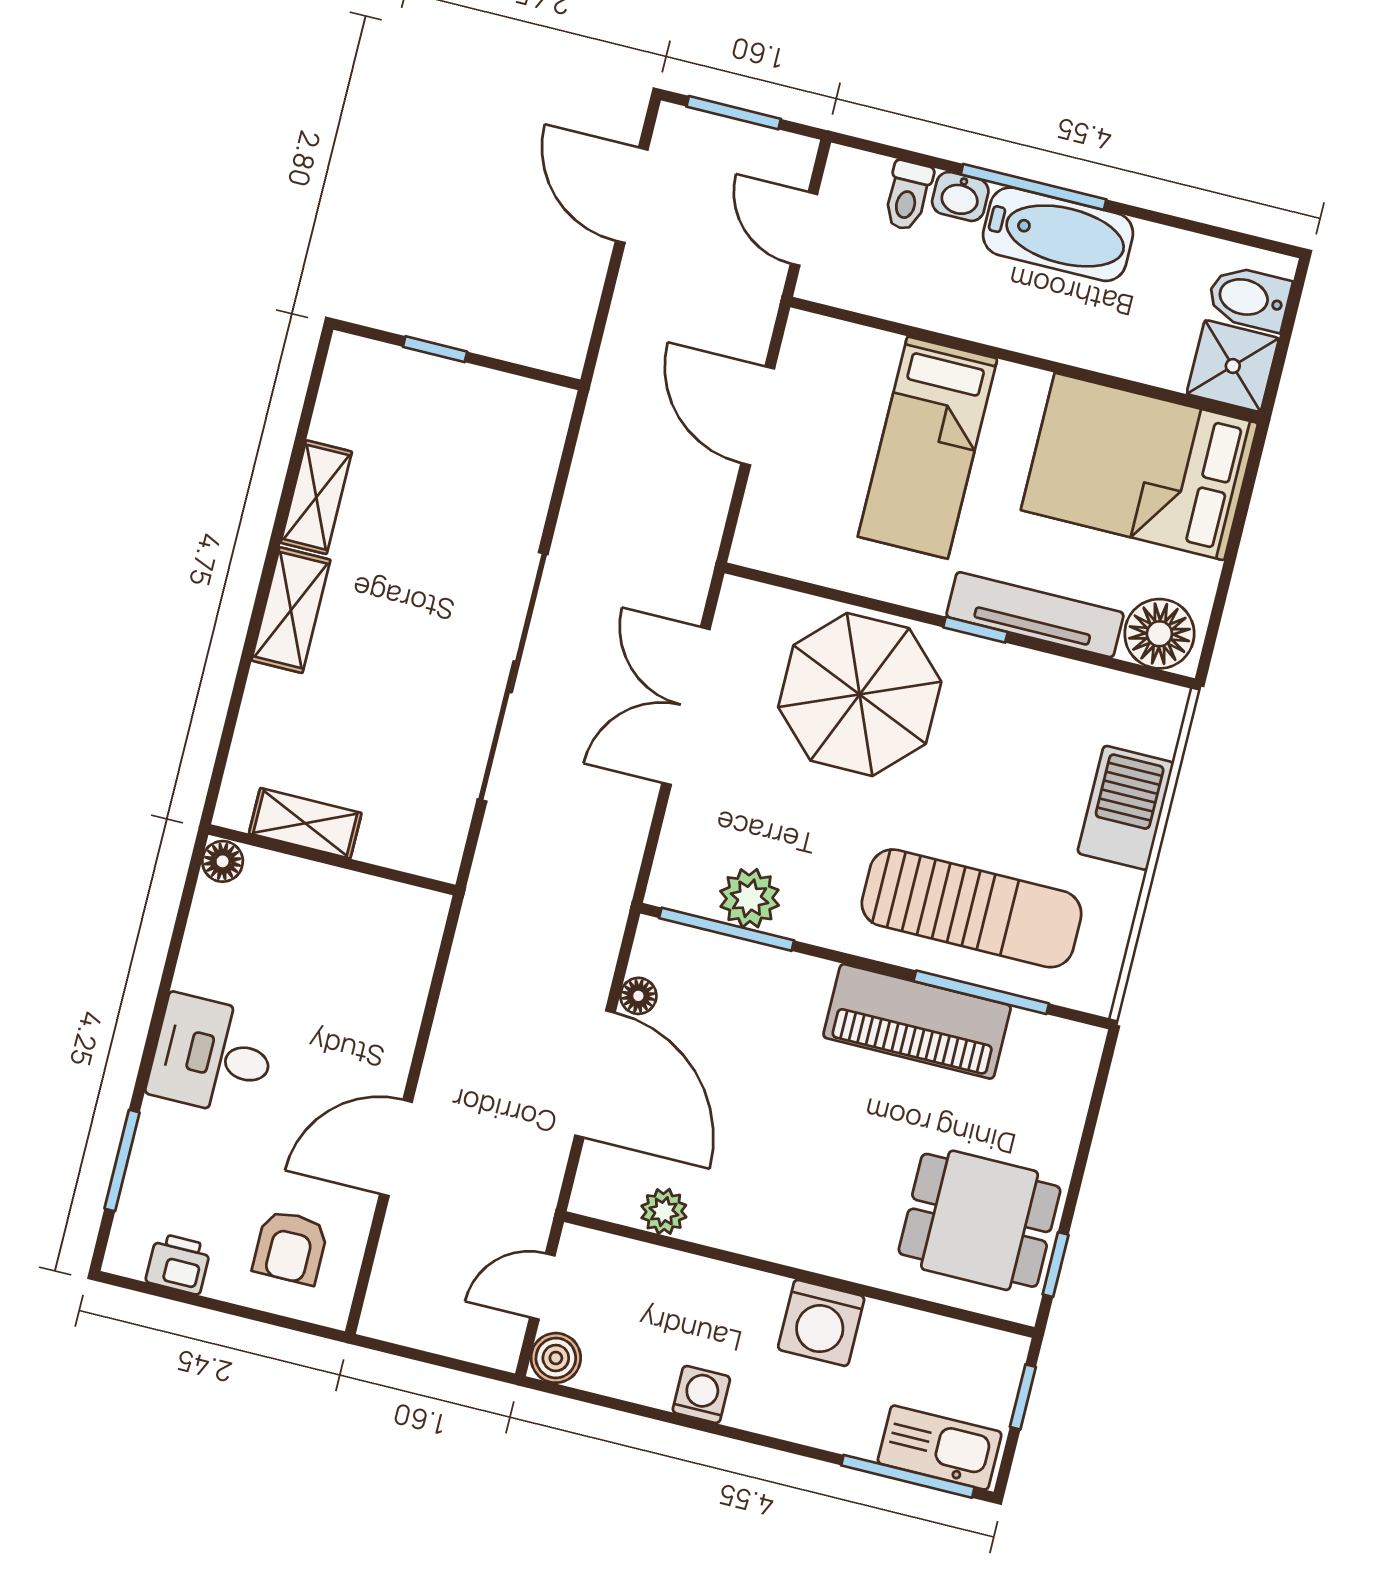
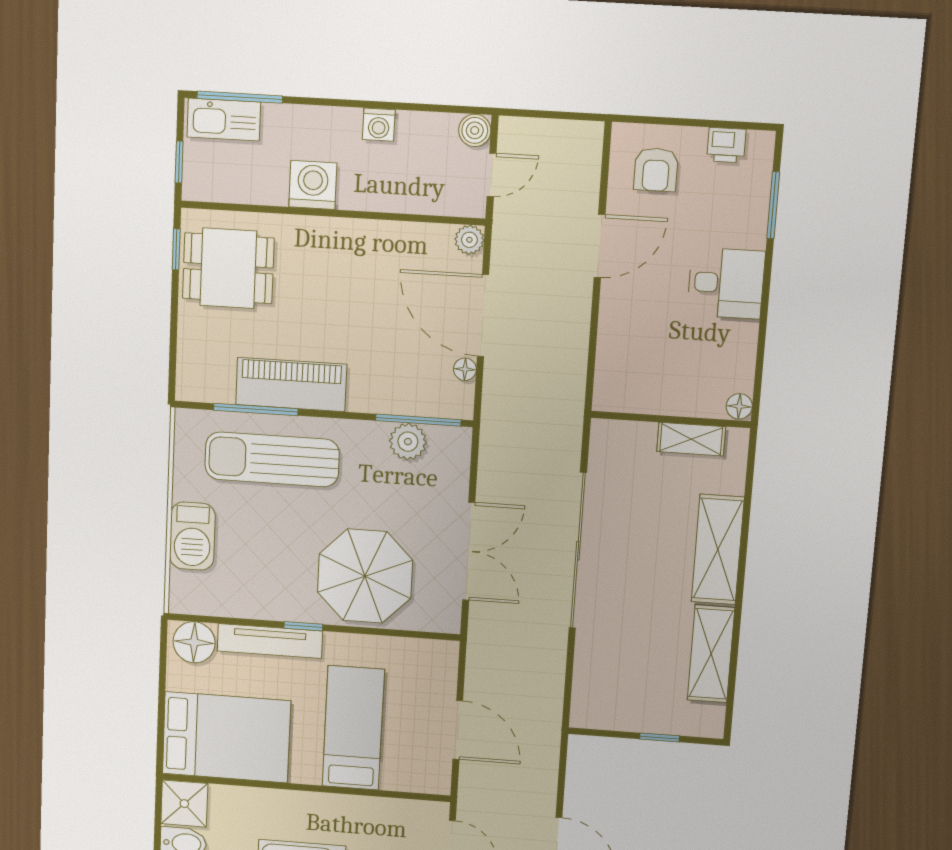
shelving: (316, 497) -> (711, 654), width x1.50, depth x1.33
shelving: (291, 610) -> (718, 550), width x1.50, depth x1.33
plant: (664, 1212) -> (469, 240), moved
armchair: (290, 1247) -> (656, 170), turned 180

